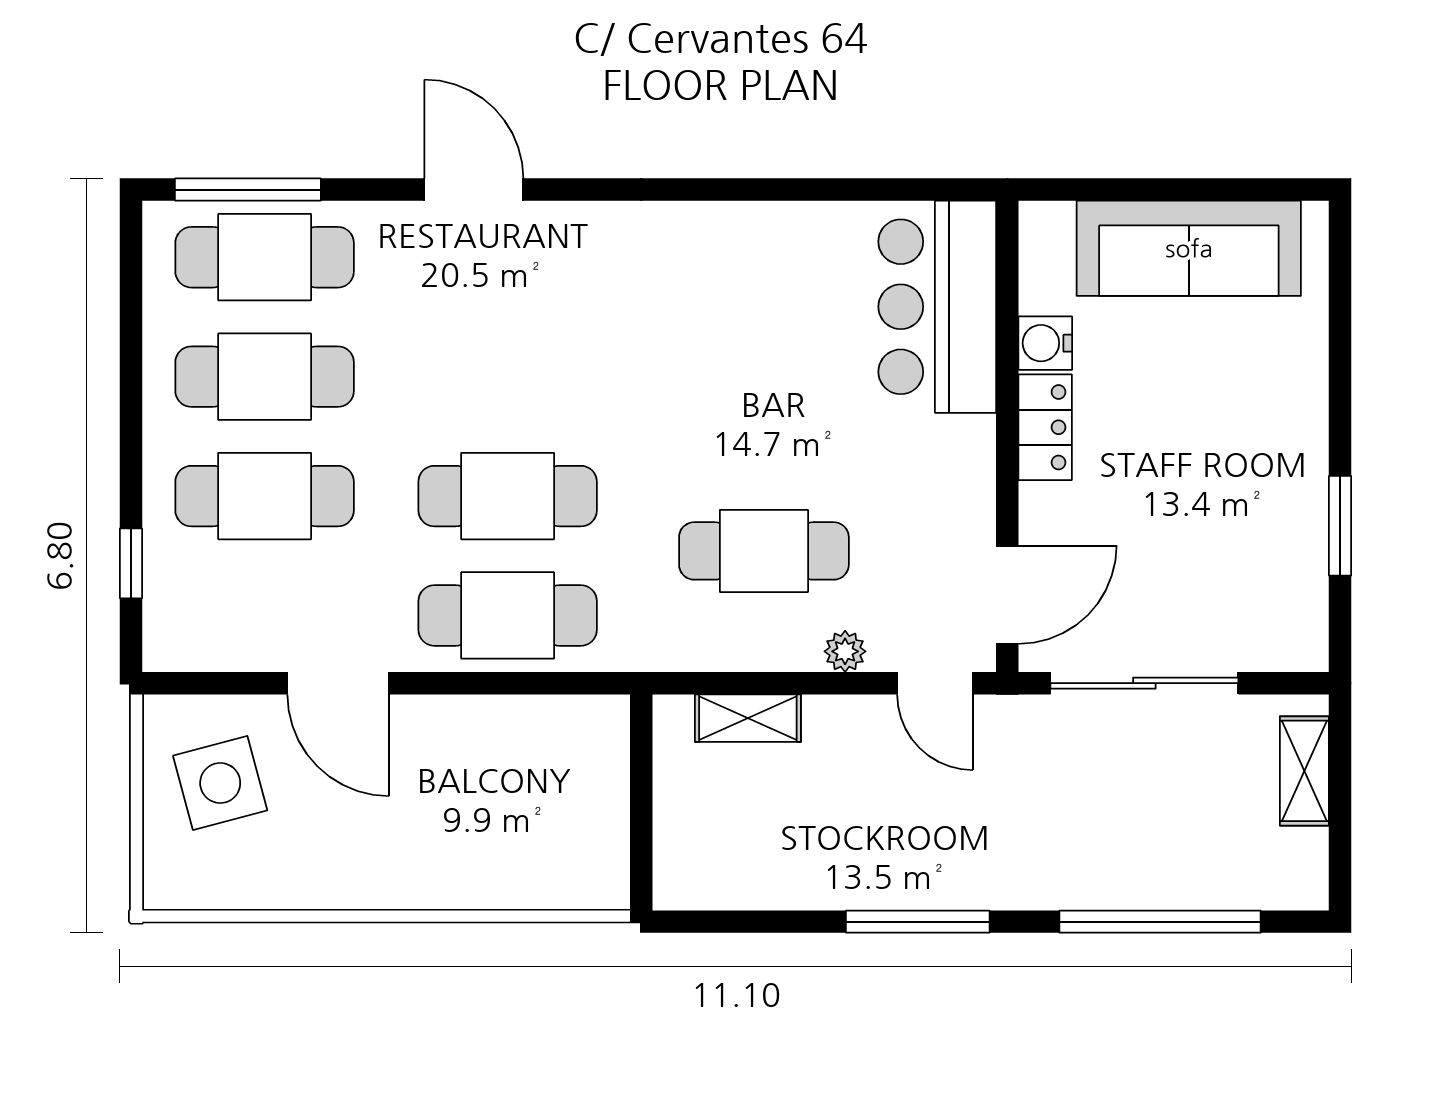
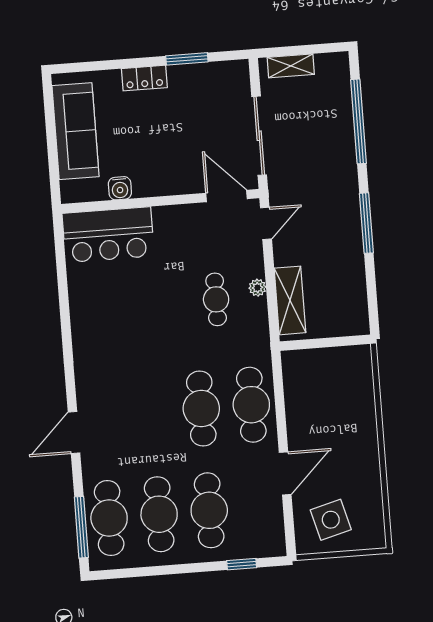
locker: (1045, 427) -> (144, 78), moved, turned 180
cafe table: (764, 551) -> (216, 299), width x0.73, depth x0.74
plant: (845, 651) -> (257, 288), moved
shelving: (748, 718) -> (290, 300), width x1.50, depth x1.33

